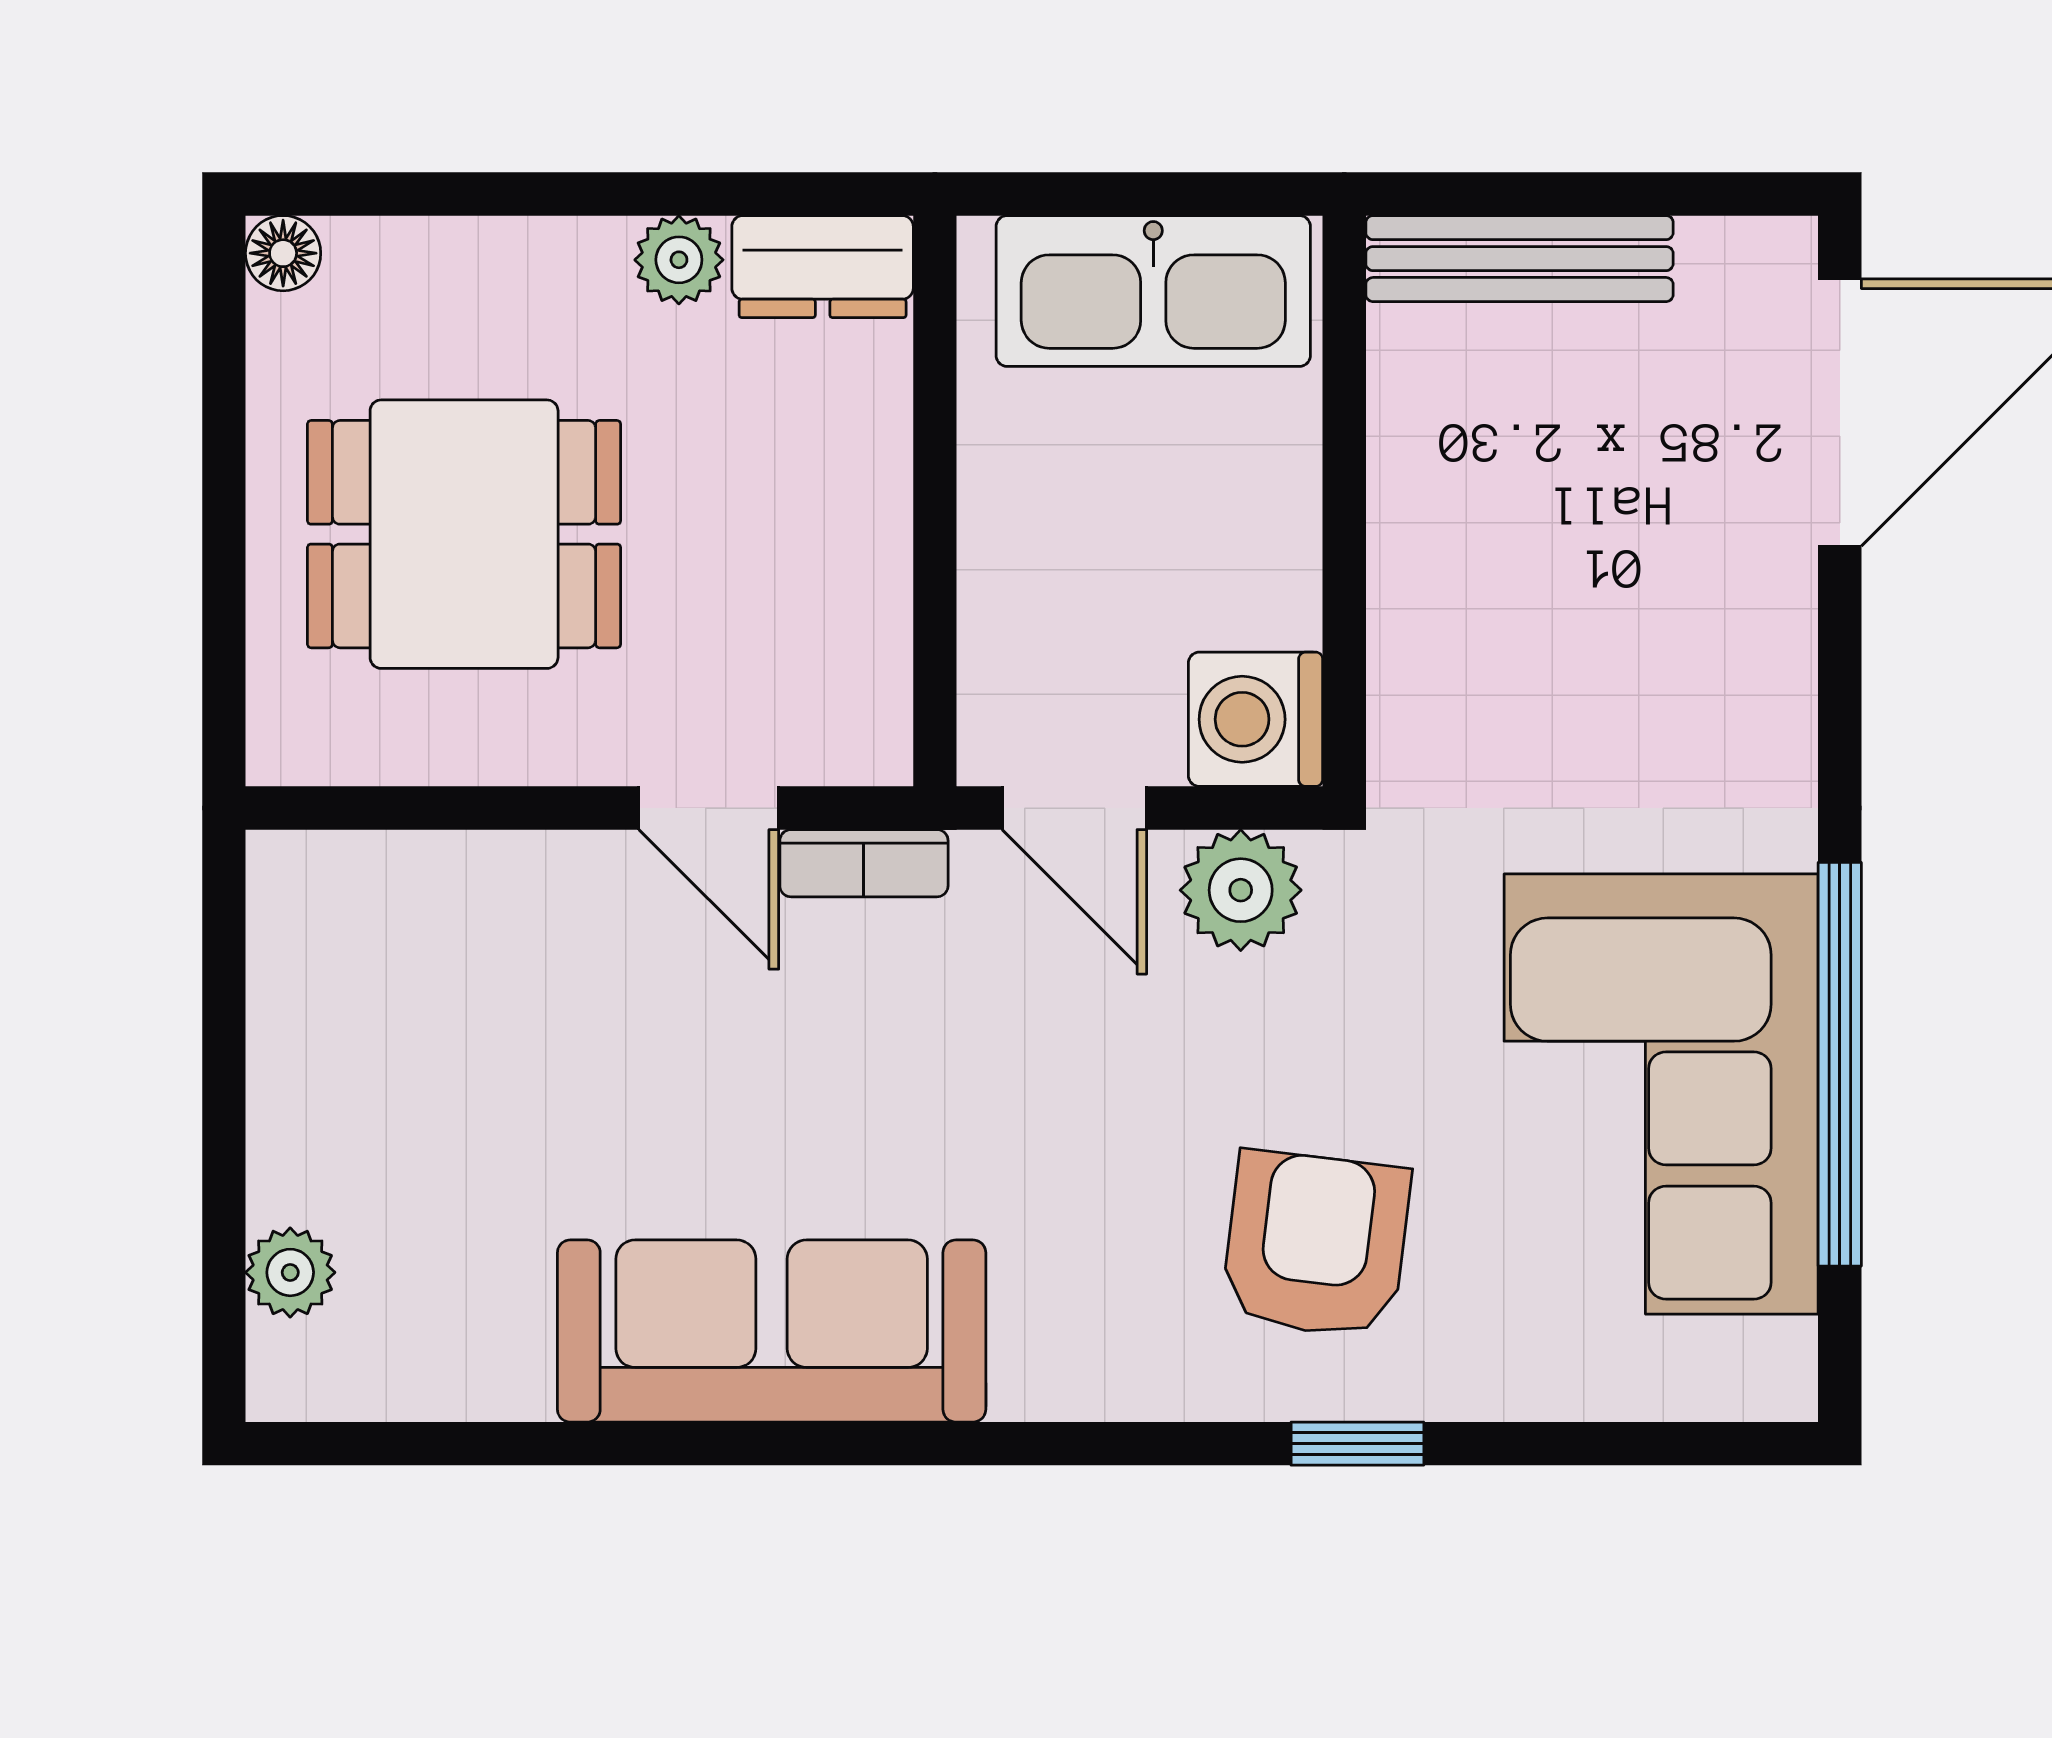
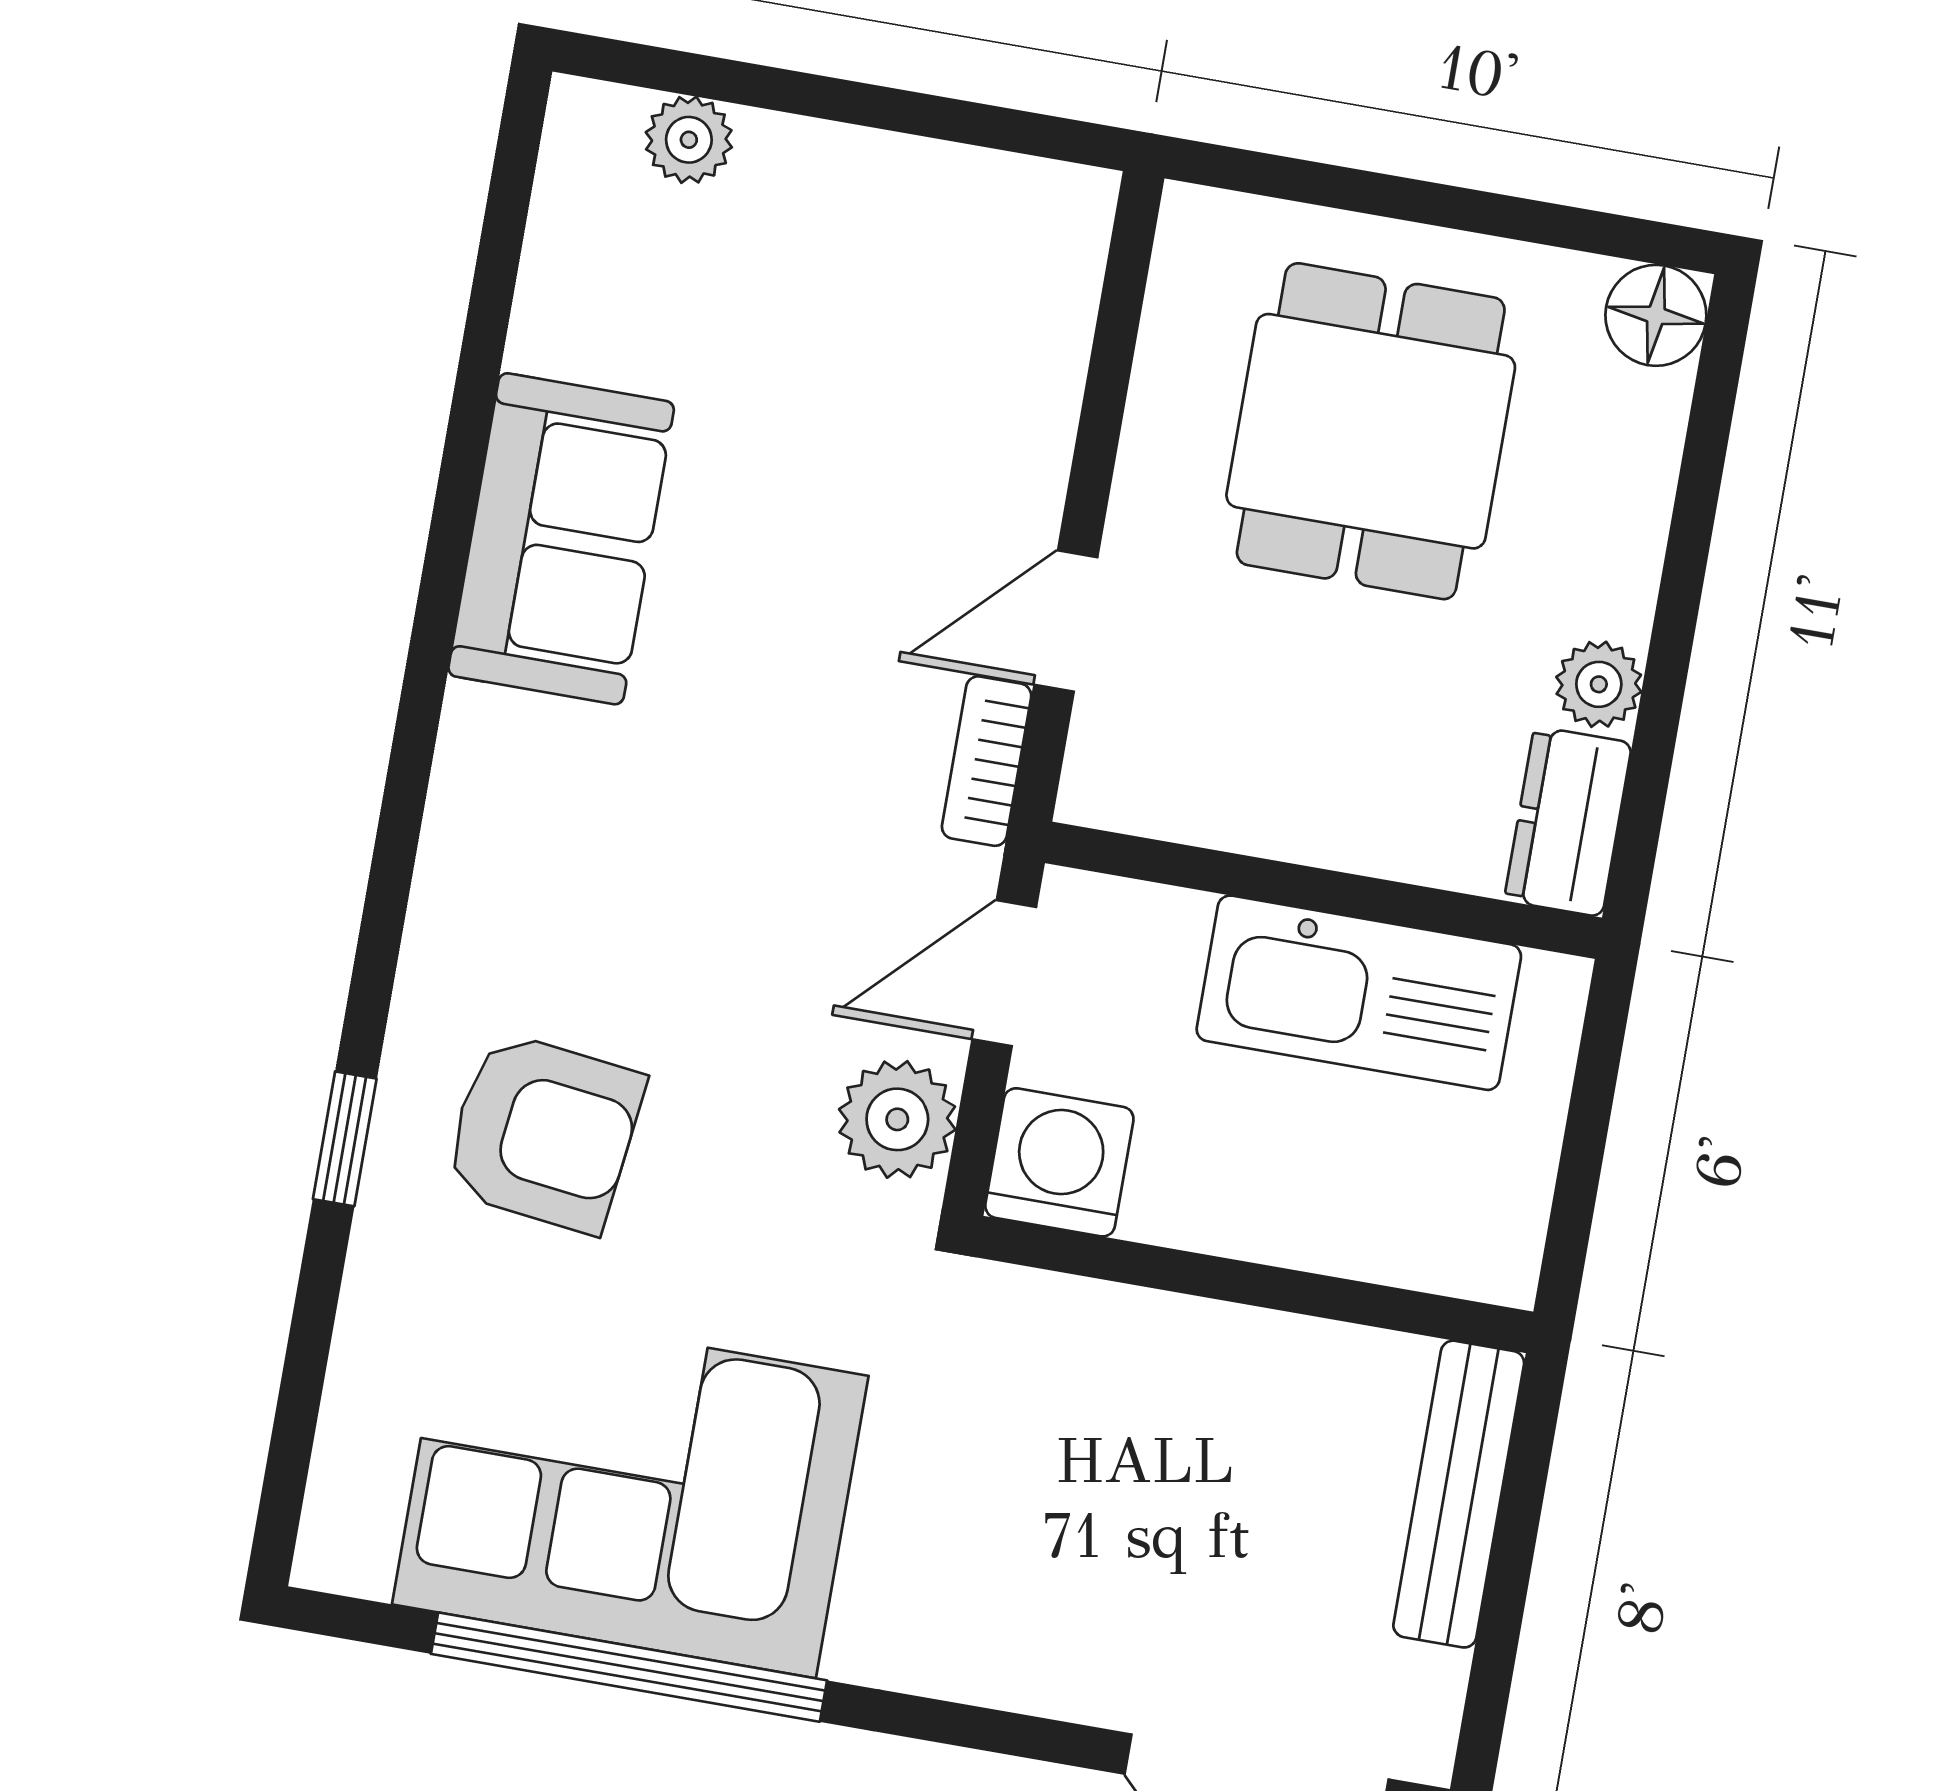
floor lamp: (283, 253) -> (1656, 315), width x1.37, depth x1.37
kitchen sink: (1153, 291) -> (1359, 993), moved, turned -90
sofa: (772, 1331) -> (561, 539), width x0.73

